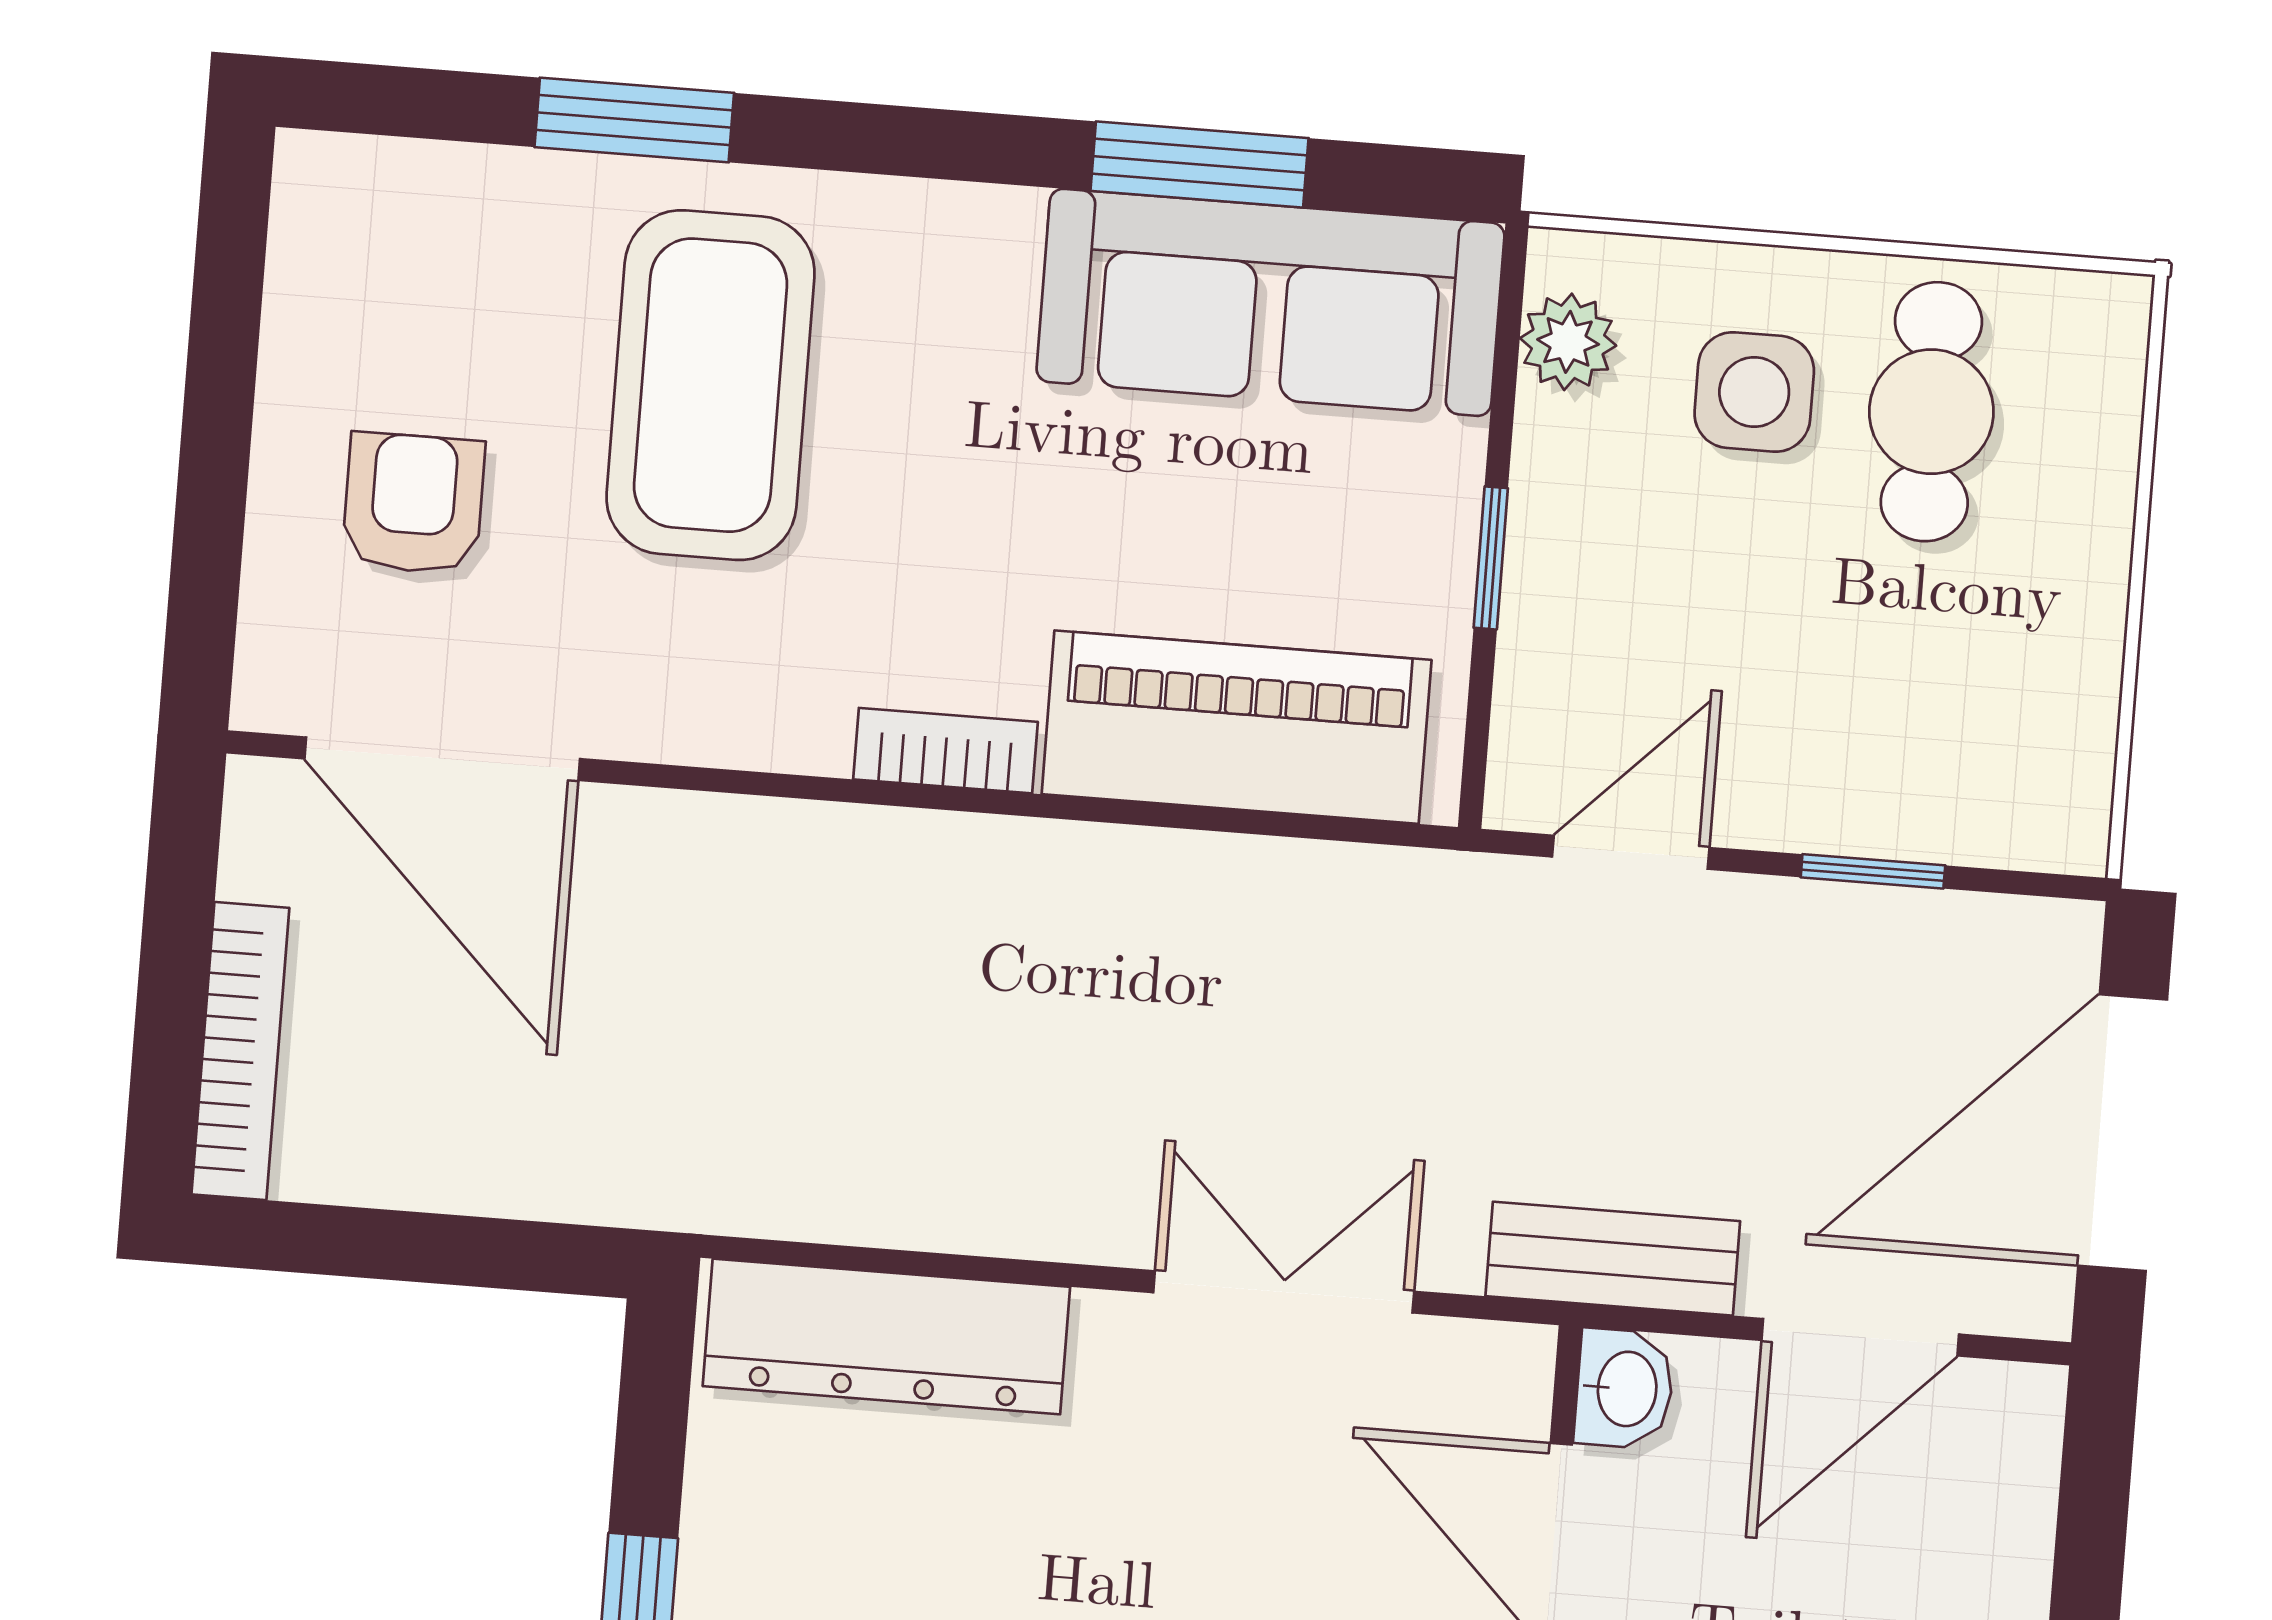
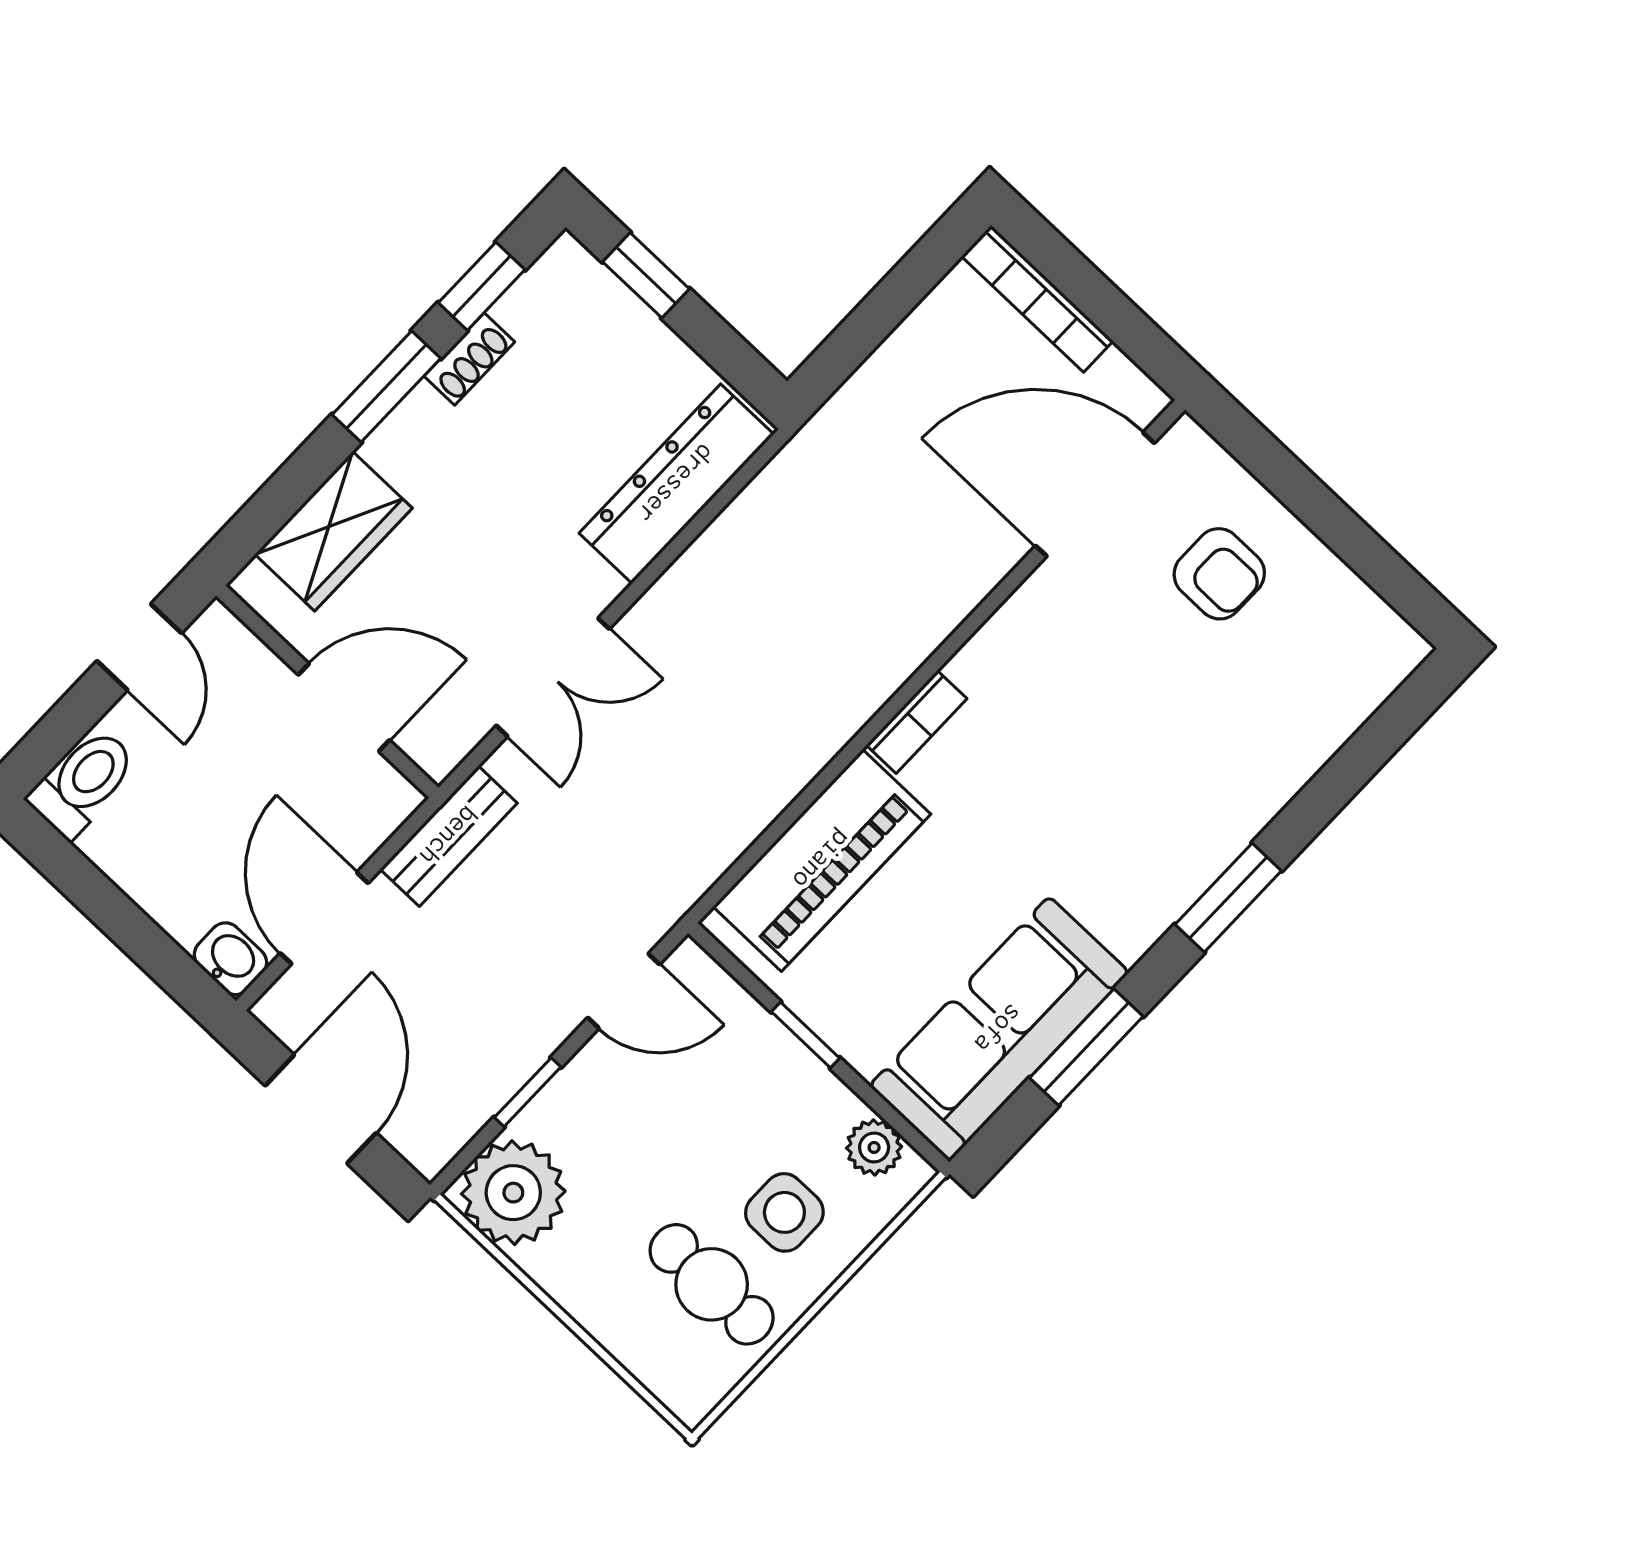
window: (634, 120) -> (1228, 898), moved
coffee table: (710, 385) -> (1165, 749), removed
plant: (2024, 781) -> (513, 1193), added
door: (1631, 852) -> (624, 991), hinge flipped
door: (2123, 1133) -> (321, 1109), width x0.73
washbasin: (1624, 1389) -> (230, 959), moved, turned 180

